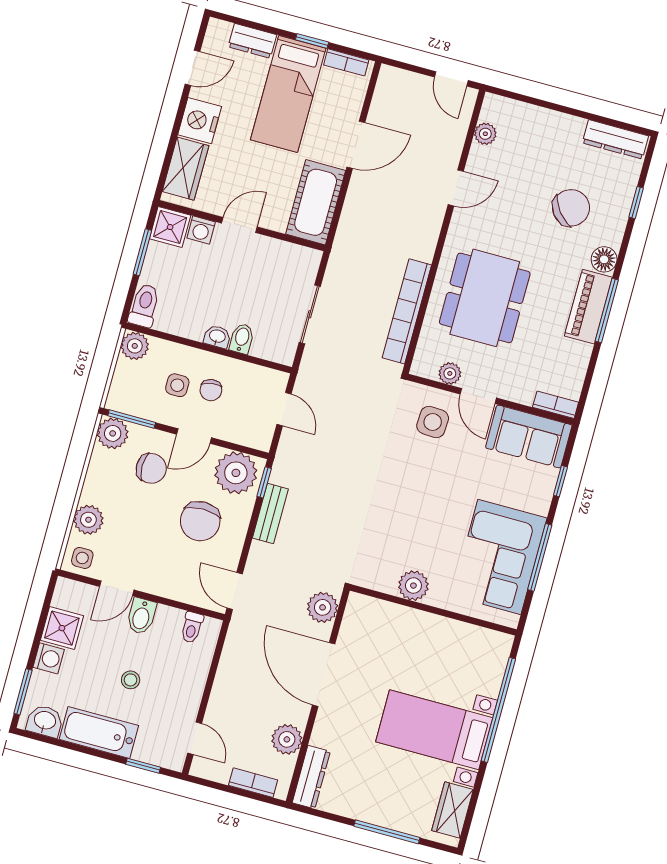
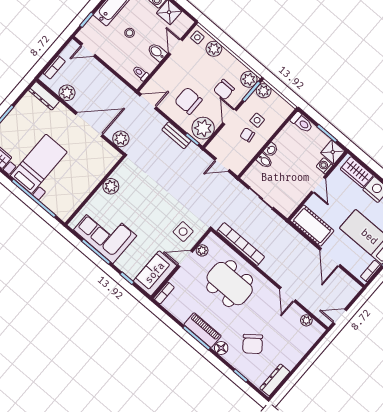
plant: (135, 346) -> (264, 91), moved

